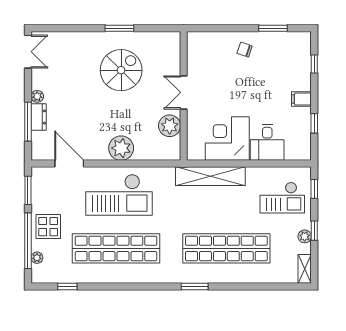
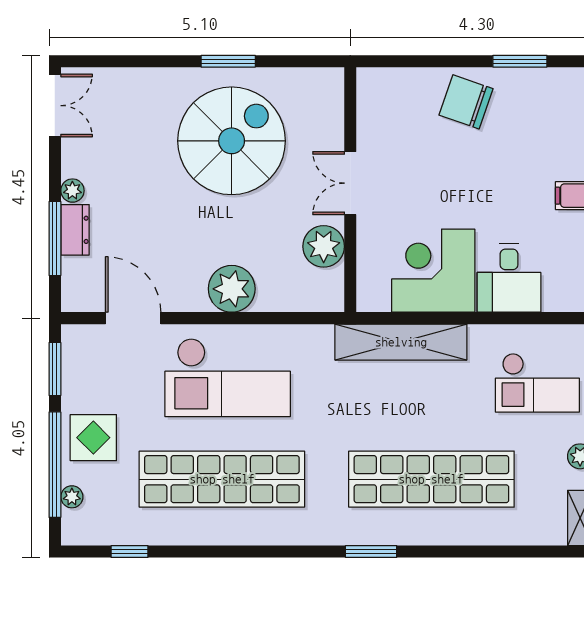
chair: (245, 50) -> (466, 102), width x1.87, depth x1.87
spiral stairs: (121, 70) -> (232, 141), width x1.37, depth x1.37

